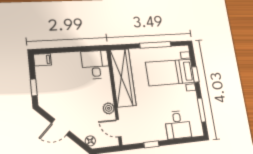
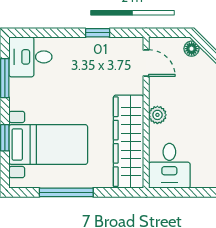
plant: (109, 108) -> (157, 115), moved
desk: (178, 125) -> (30, 57), moved, turned -90

